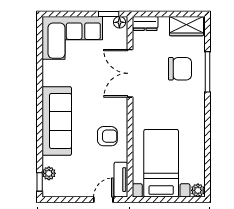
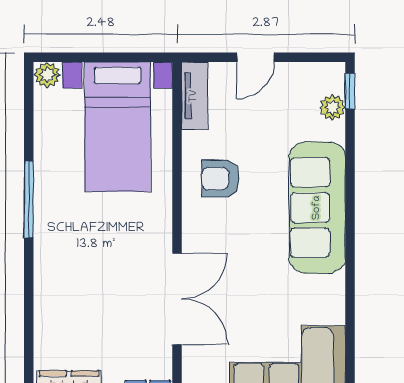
chair: (180, 69) -> (81, 308), removed
window: (208, 72) -> (29, 199), moved
door: (103, 200) -> (255, 57), moved

